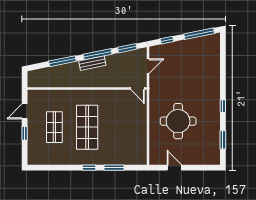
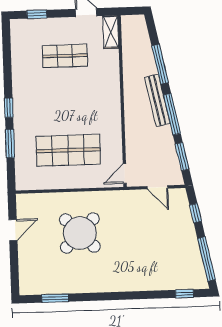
bench: (92, 63) -> (157, 100), width x1.36
shelving: (39, 95) -> (111, 32), added
window: (223, 106) -> (184, 294), moved
round table: (178, 121) -> (80, 233), turned 45
shop shelf: (87, 127) -> (68, 150), moved
window: (25, 133) -> (37, 14), moved

